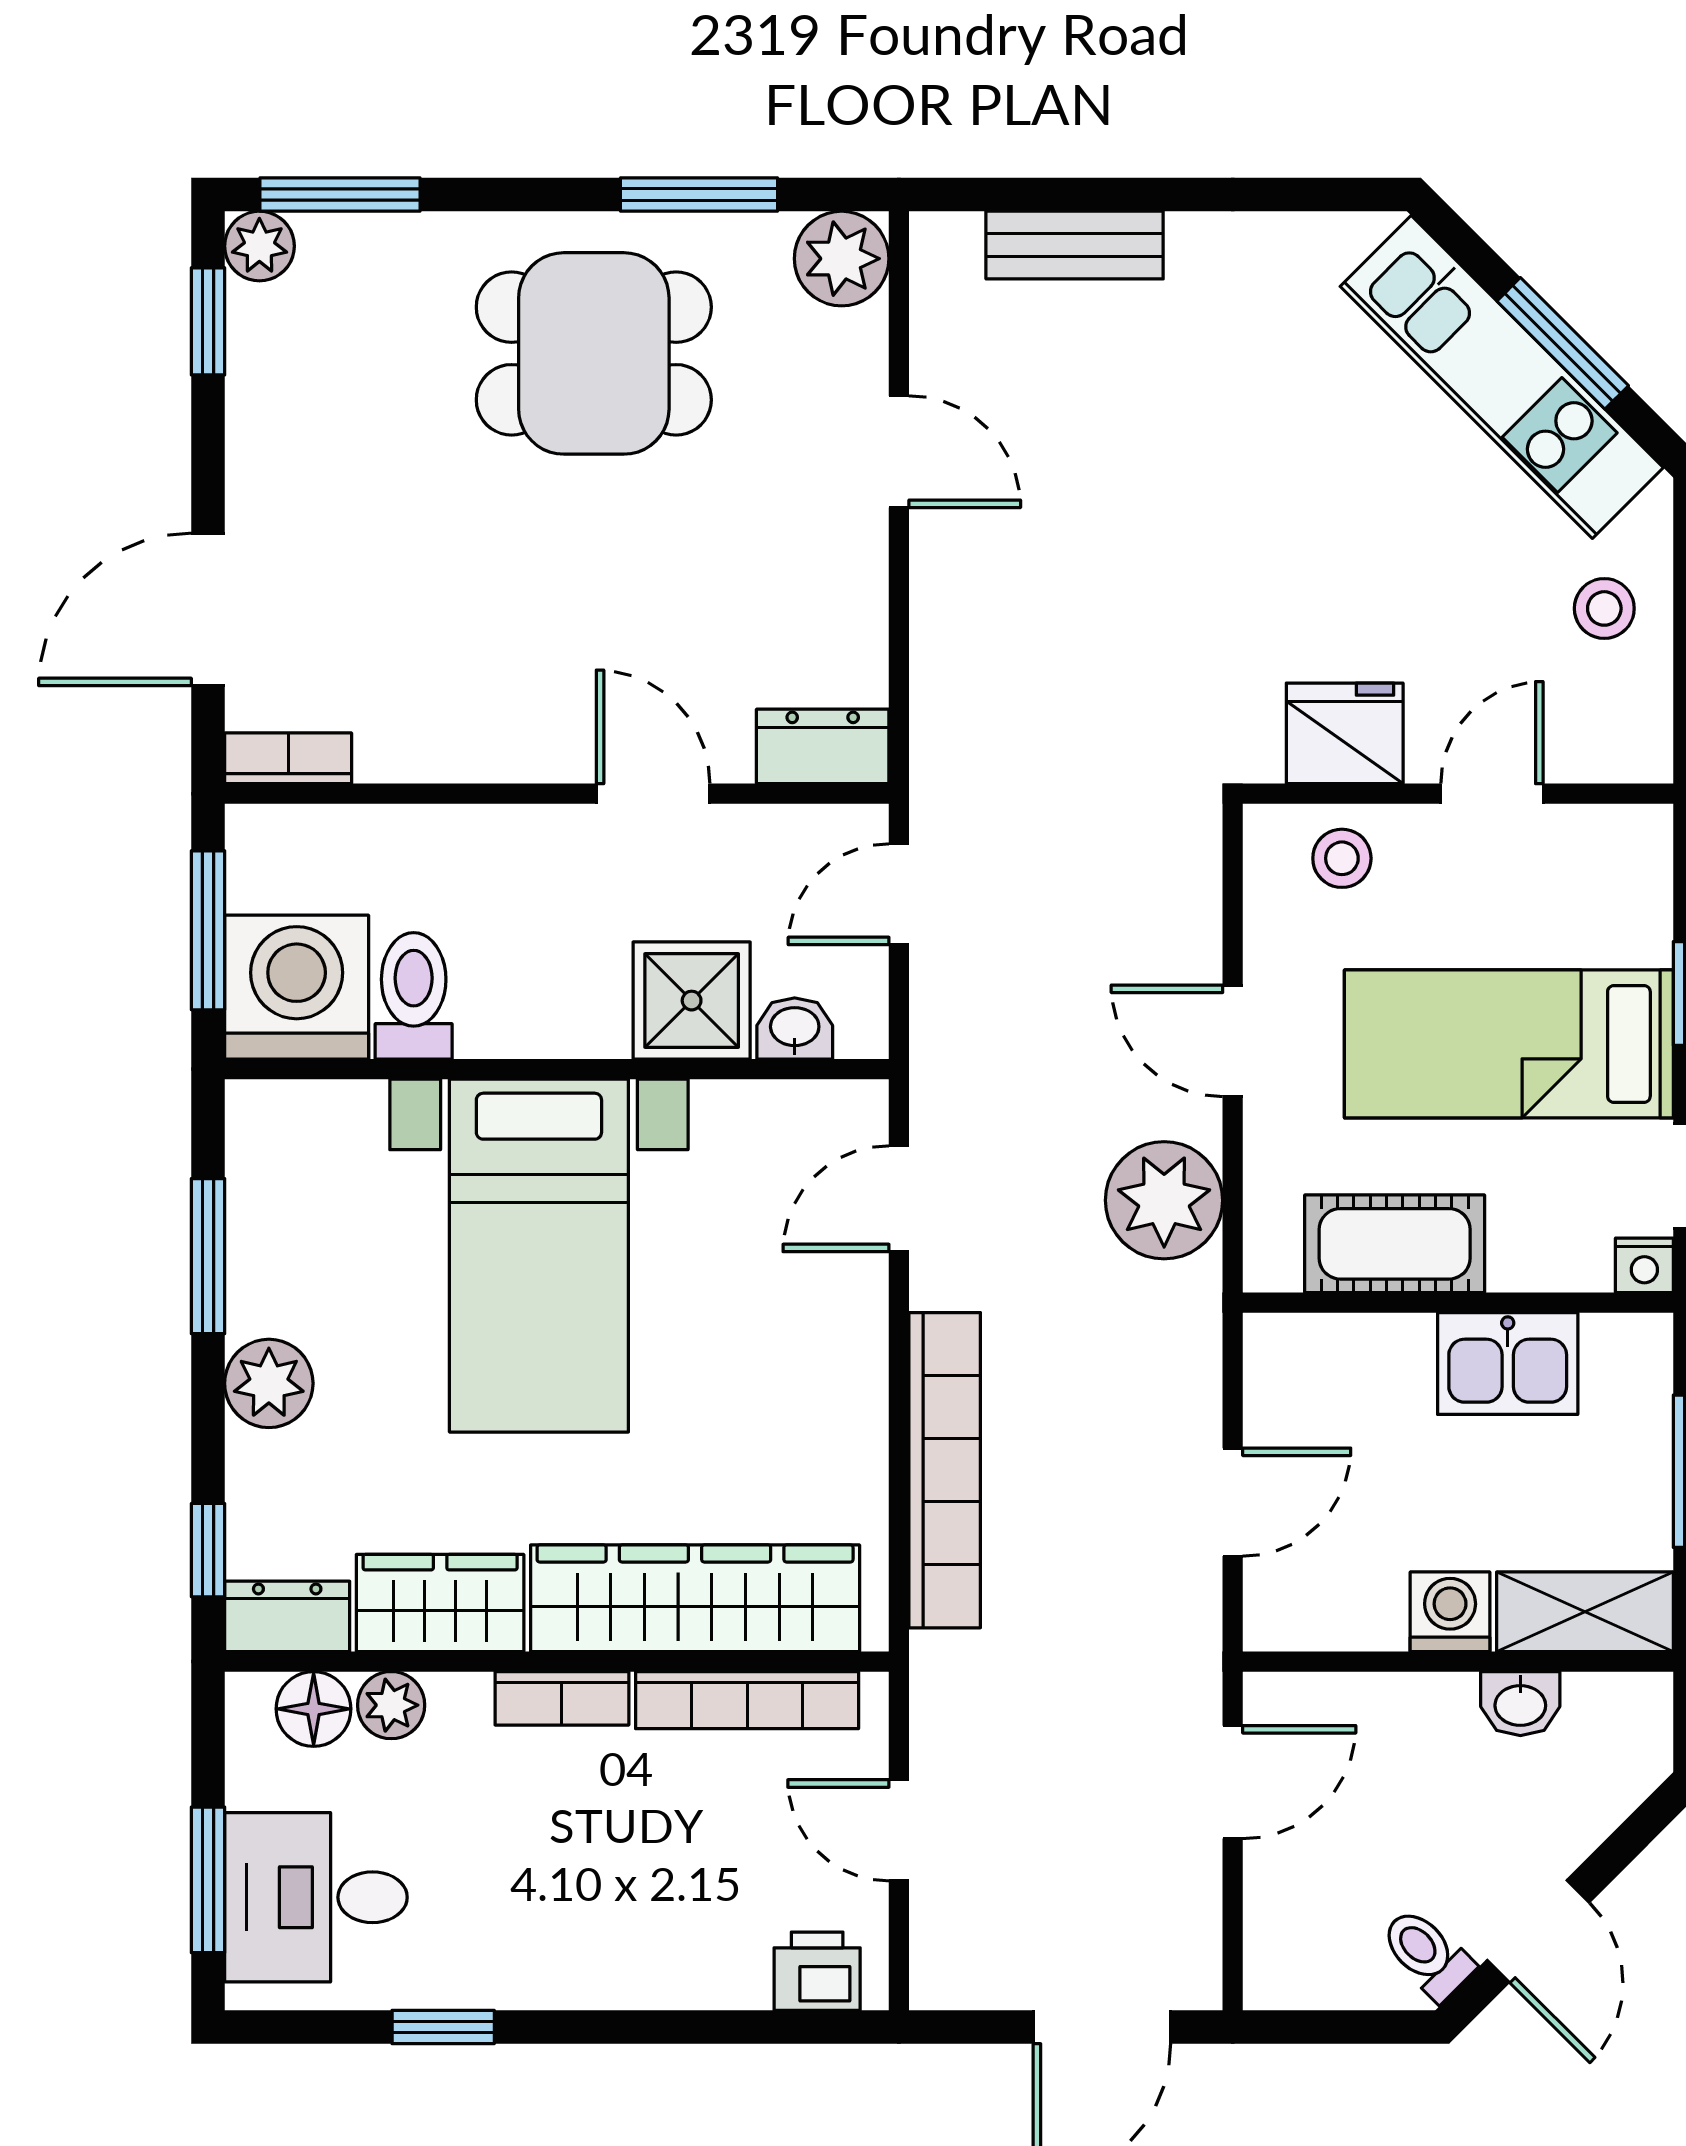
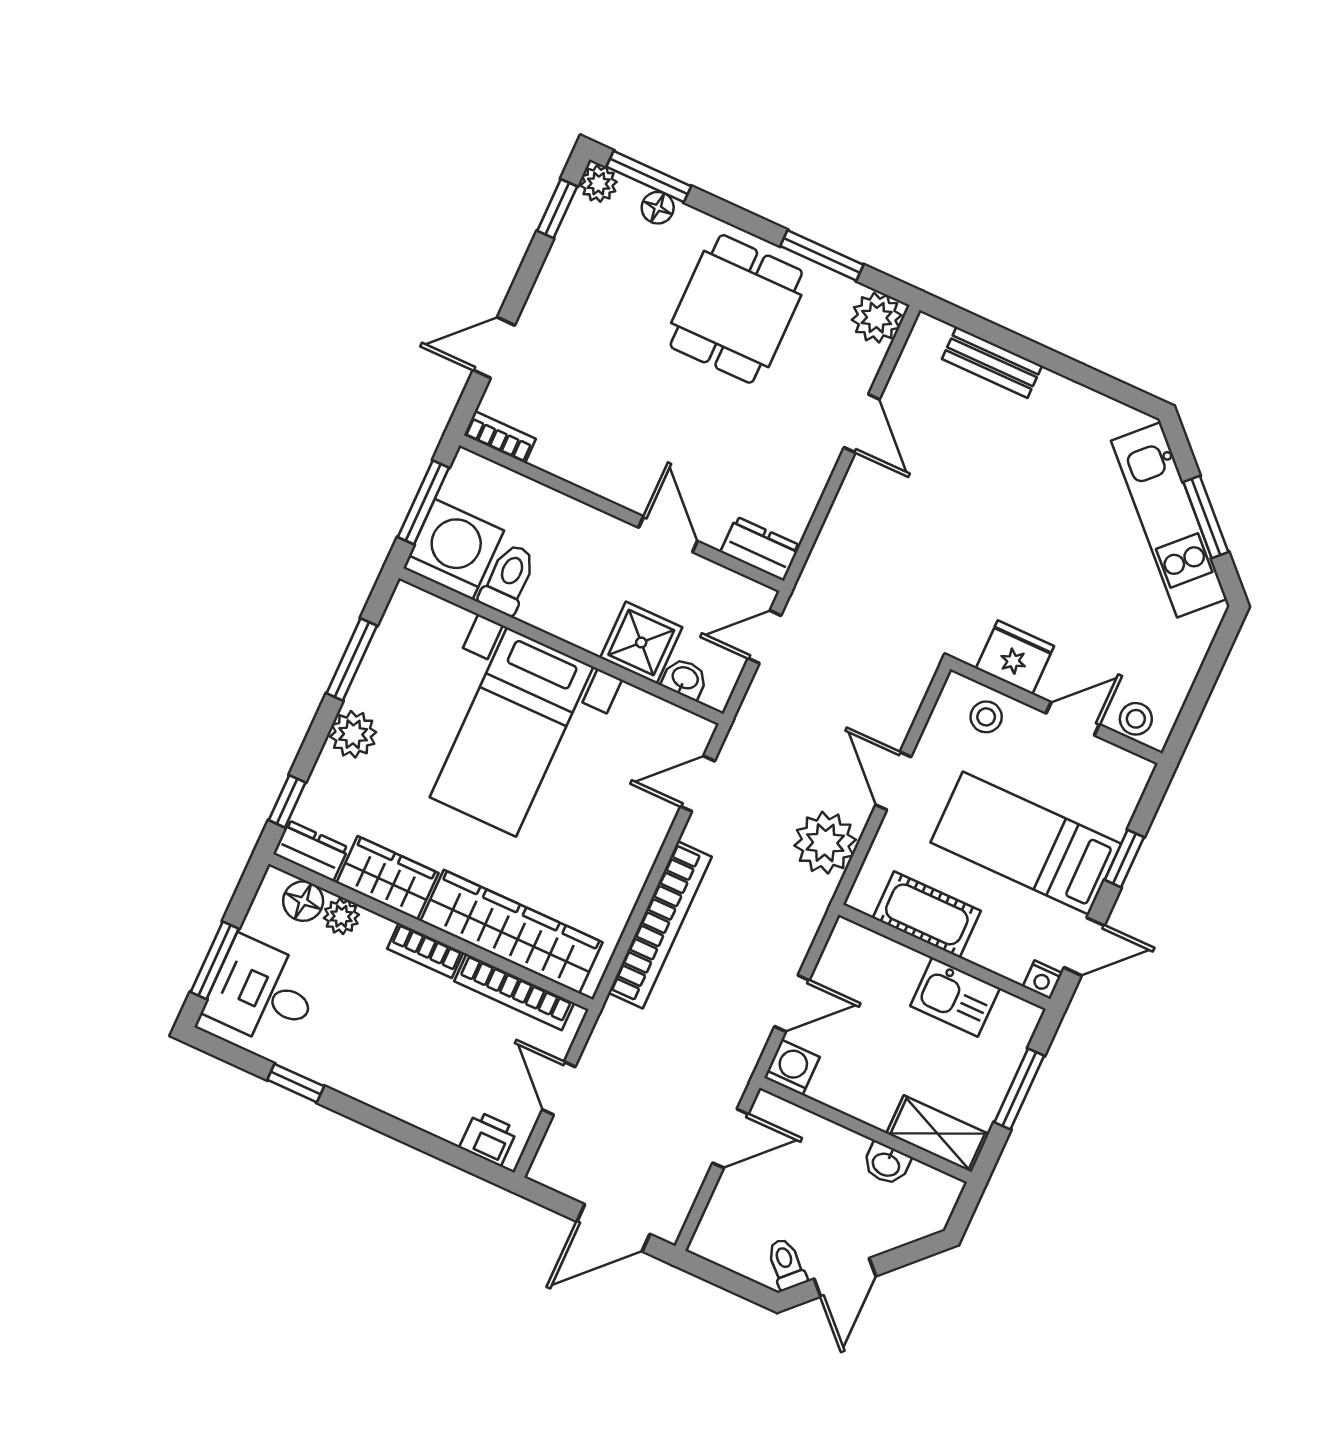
floor lamp: (380, 241) -> (658, 208), added
dining table: (594, 353) -> (736, 309), turned 90
stool: (1604, 608) -> (1136, 719), moved
door: (208, 609) -> (494, 348), width x0.73
washing machine: (1450, 1612) -> (792, 1067), moved

